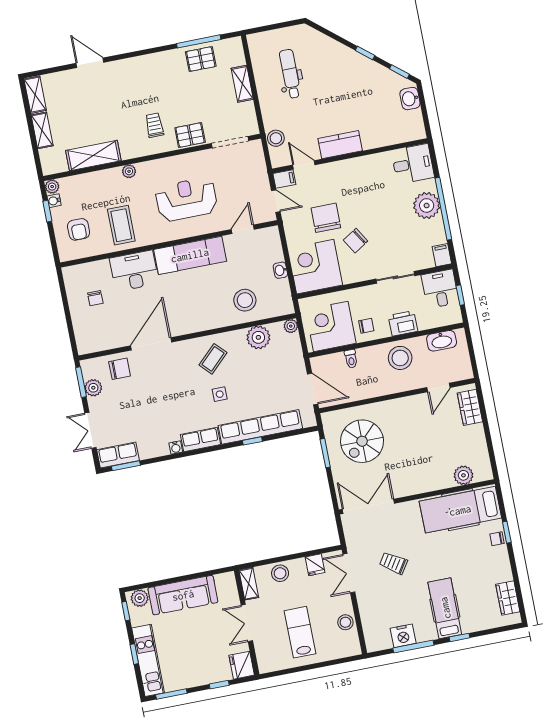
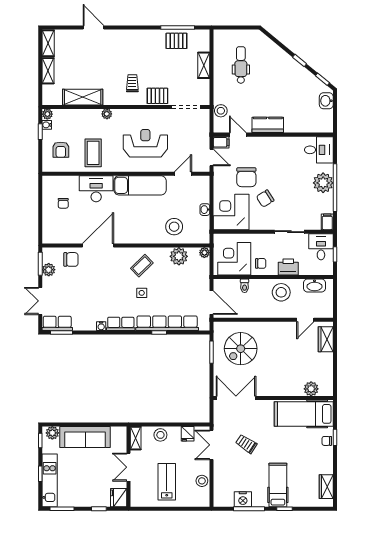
chair: (326, 218) -> (246, 177), turned 180

